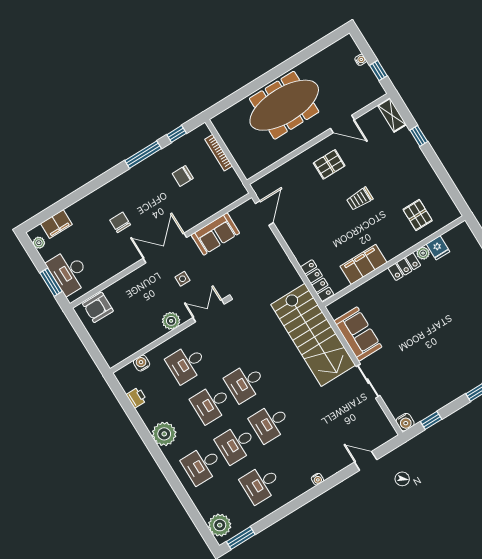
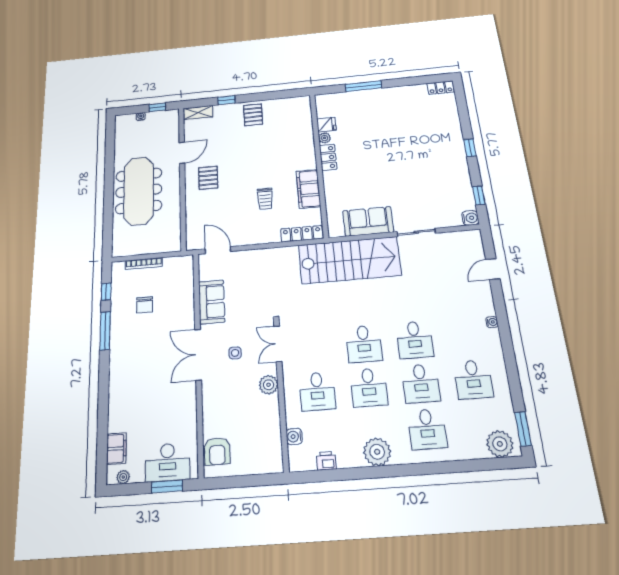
trolley: (360, 199) -> (265, 199), moved
pallet: (418, 215) -> (253, 115), moved, turned 90
chair: (120, 222) -> (151, 385), removed

